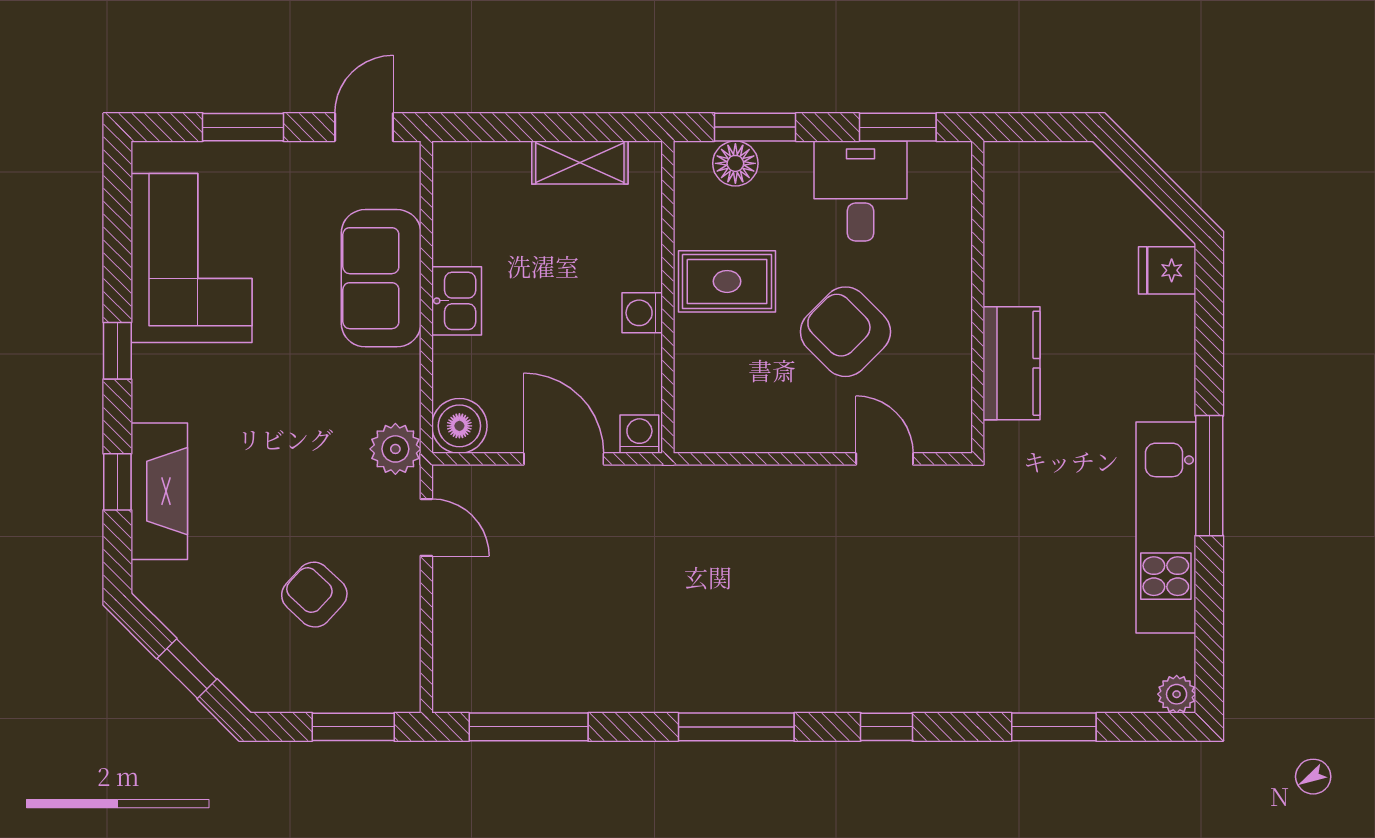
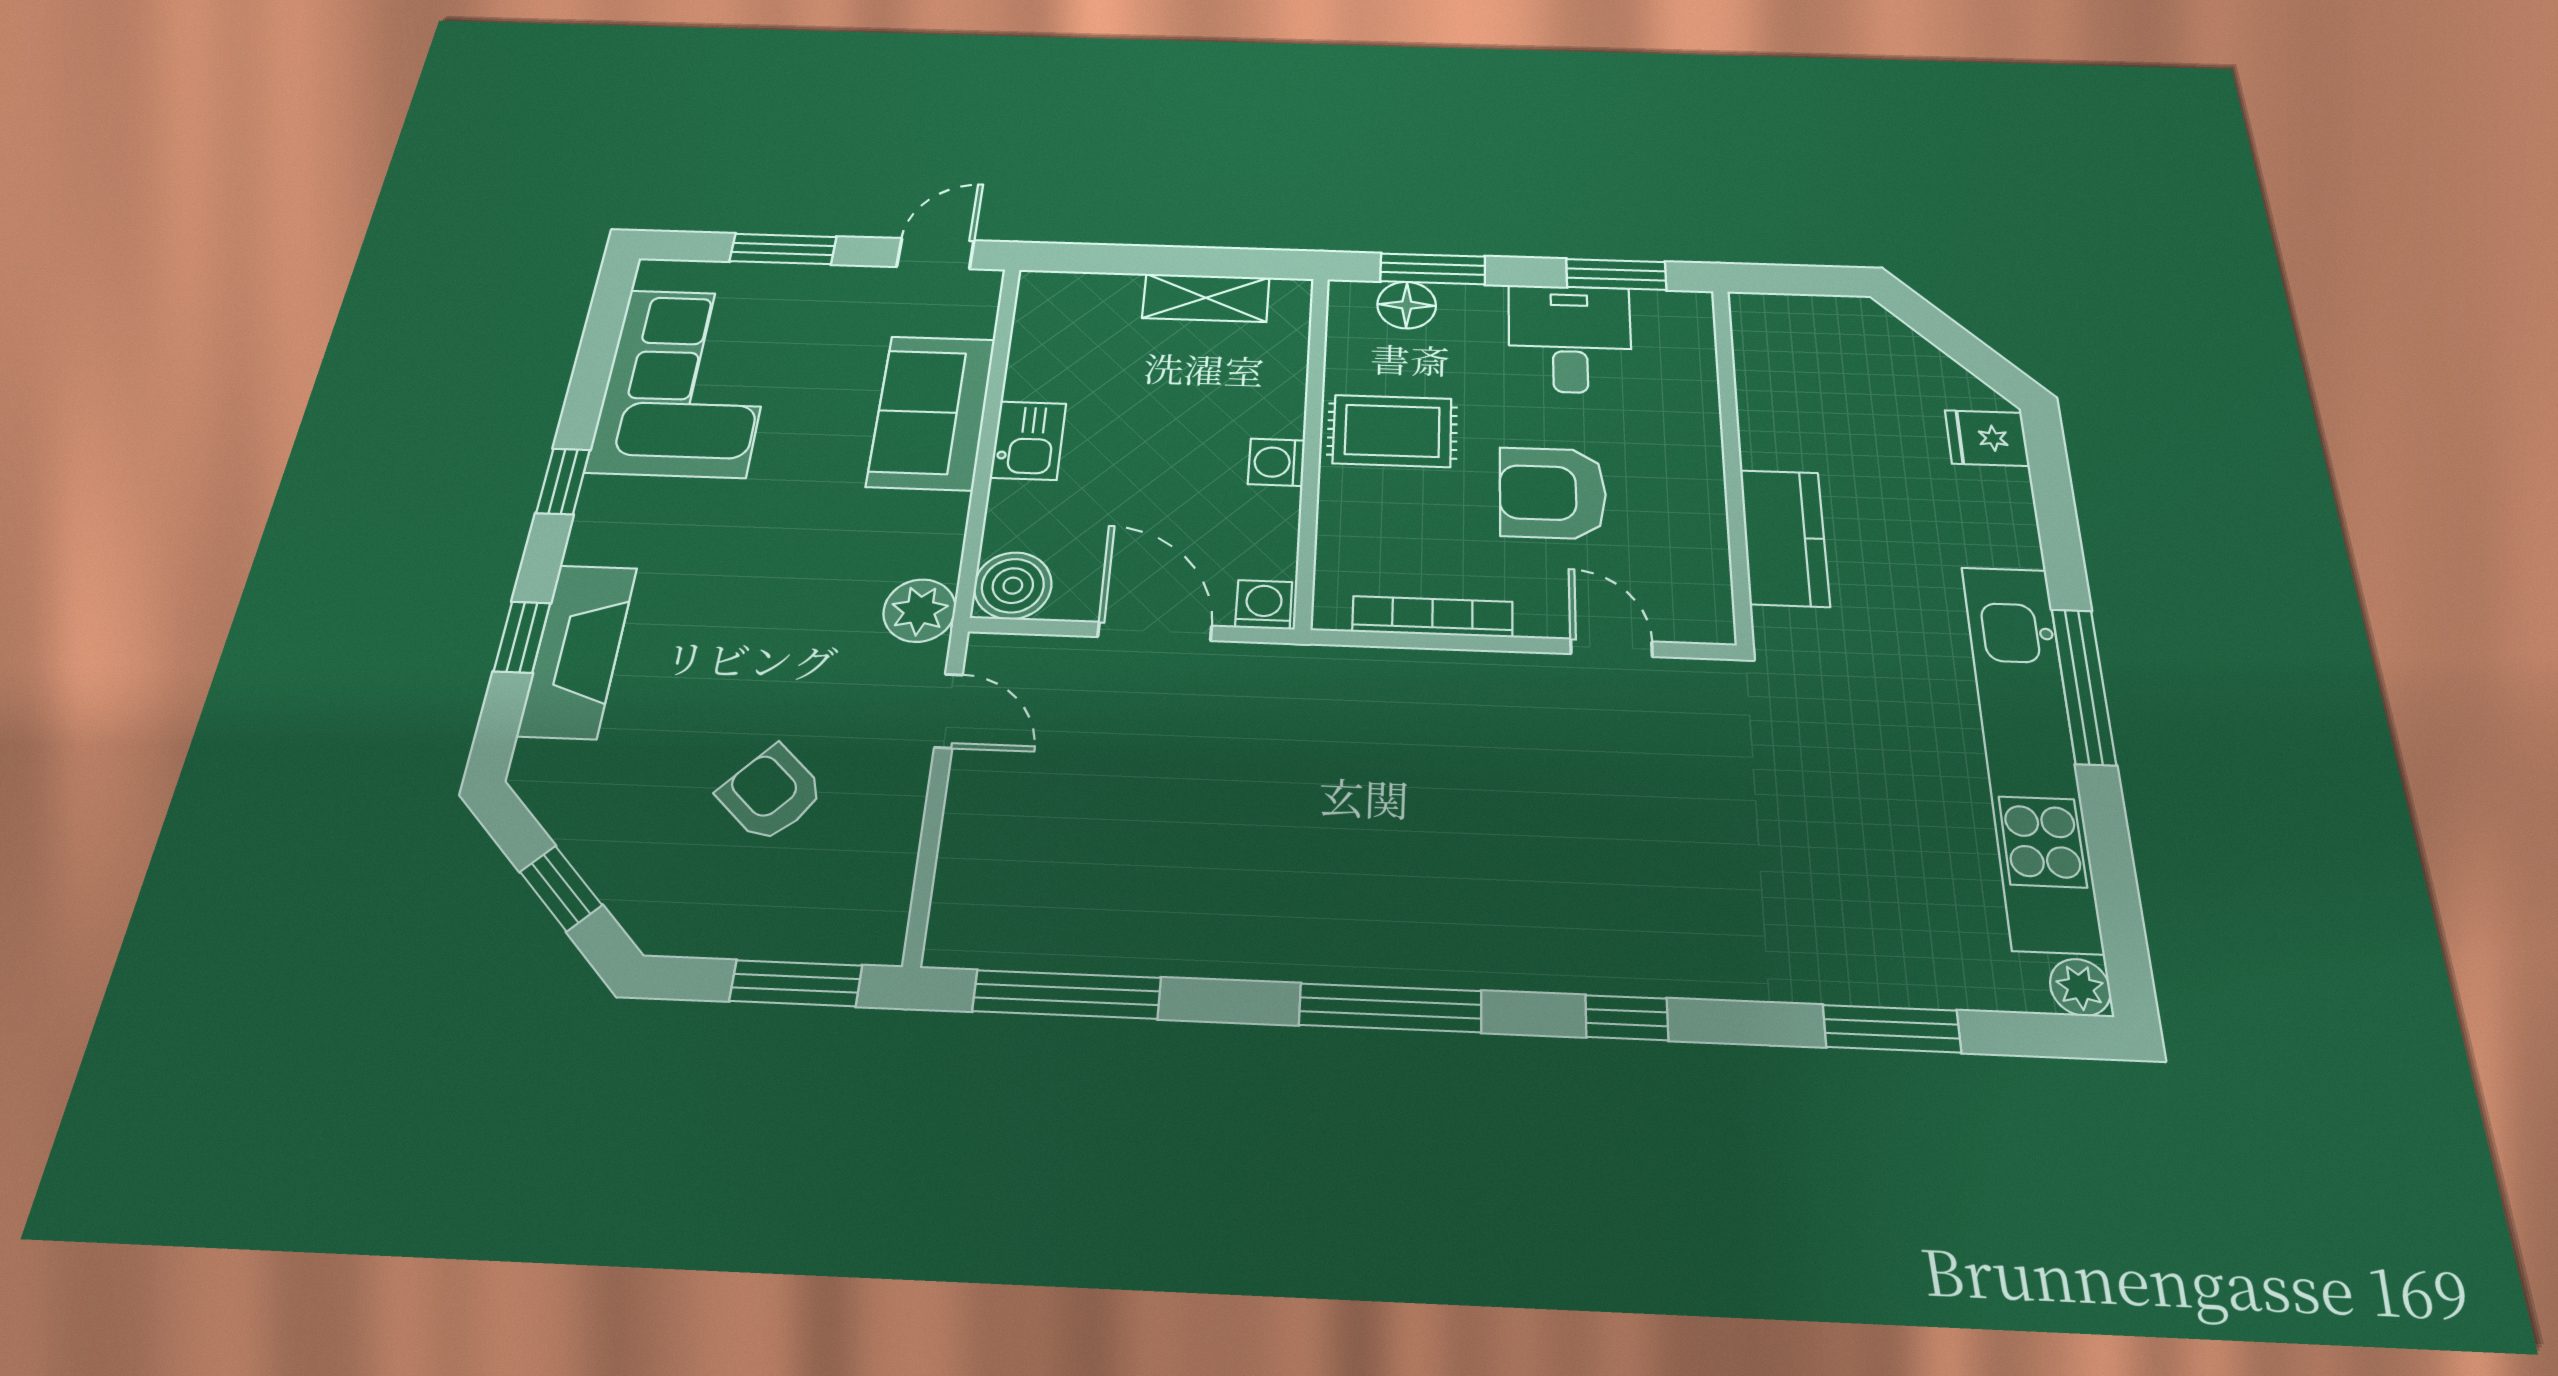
armchair: (845, 332) -> (1553, 493), turned -45
bookcase: (759, 439) -> (1432, 617), added
kitchen unit: (1166, 528) -> (2030, 751), width x1.36

